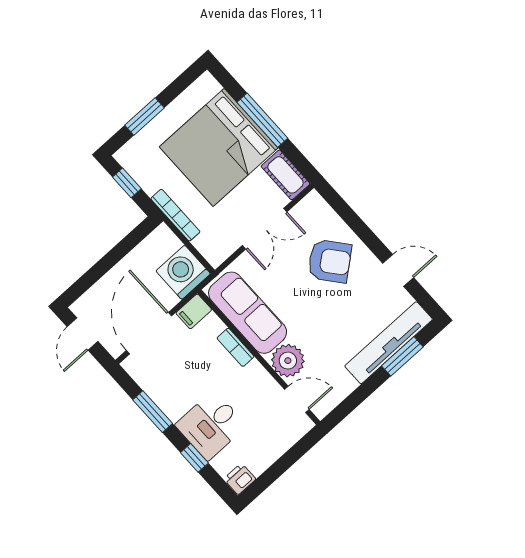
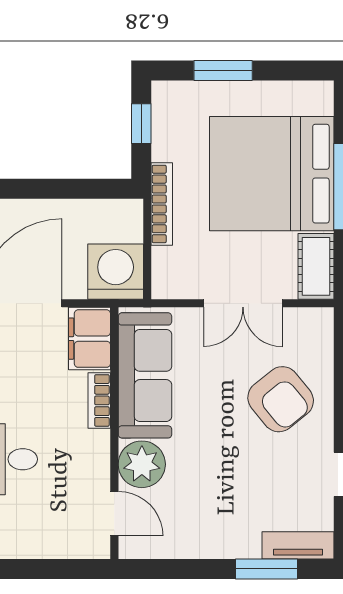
filing cabinet: (194, 311) -> (89, 339), width x2.00
tv unit: (389, 343) -> (298, 545), width x0.52, depth x0.78

